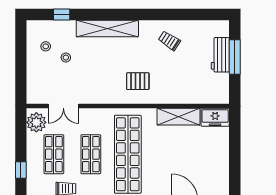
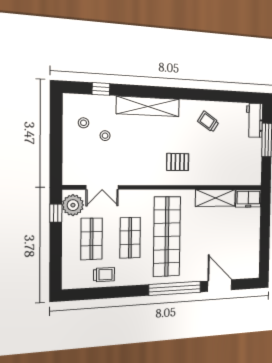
workbench: (220, 55) -> (254, 120), moved
window: (21, 170) -> (56, 213), moved

